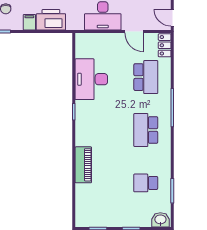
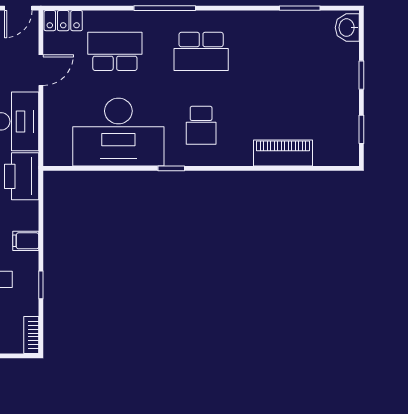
printer: (51, 20) -> (22, 176), moved
desk: (91, 79) -> (118, 132), width x1.36, depth x1.30
piano: (83, 165) -> (283, 153), moved
school desk: (146, 183) -> (201, 125), moved

